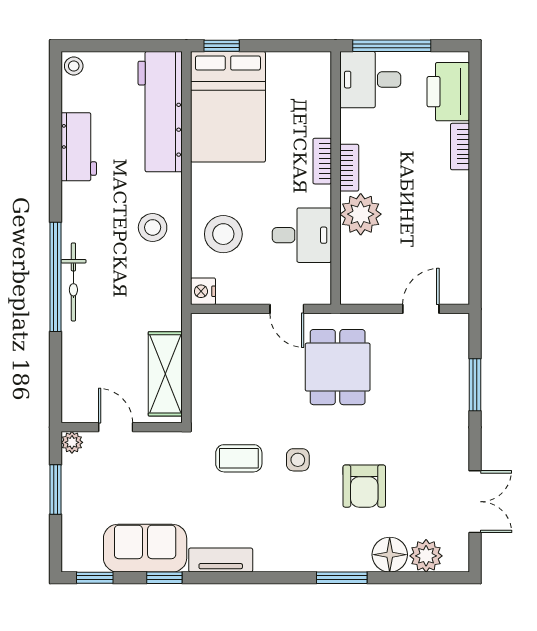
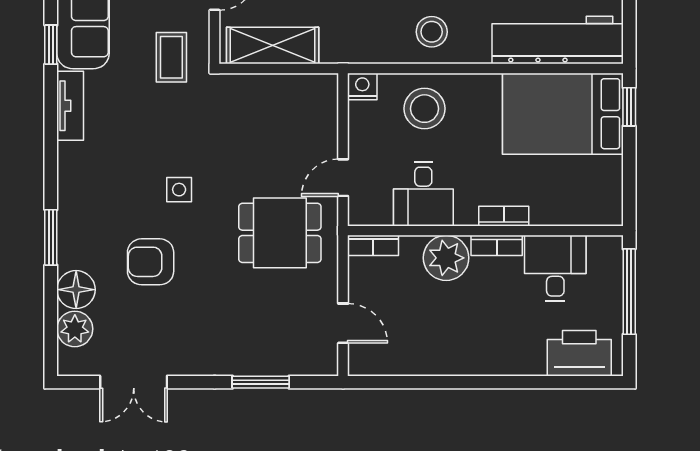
desk: (370, 80) -> (555, 268), moved
bookcase: (460, 147) -> (373, 245), moved, turned 180
coffee table: (239, 458) -> (171, 57), moved

